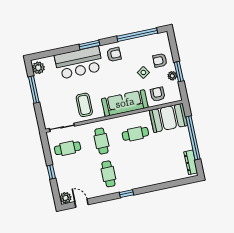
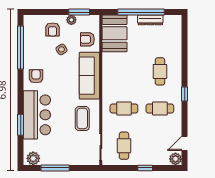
window: (89, 45) -> (21, 125), moved
window: (179, 72) -> (79, 12), moved
coffee table: (84, 105) -> (82, 119), turned 90
cafe table: (135, 134) -> (160, 71), moved
dresser: (191, 162) -> (150, 20), moved

